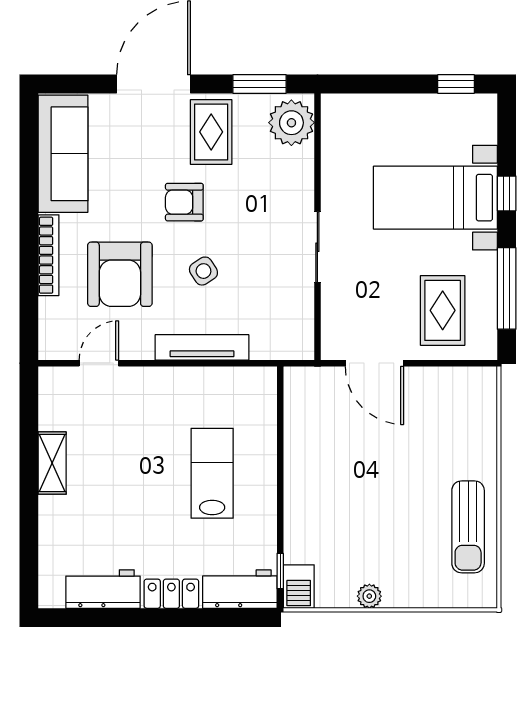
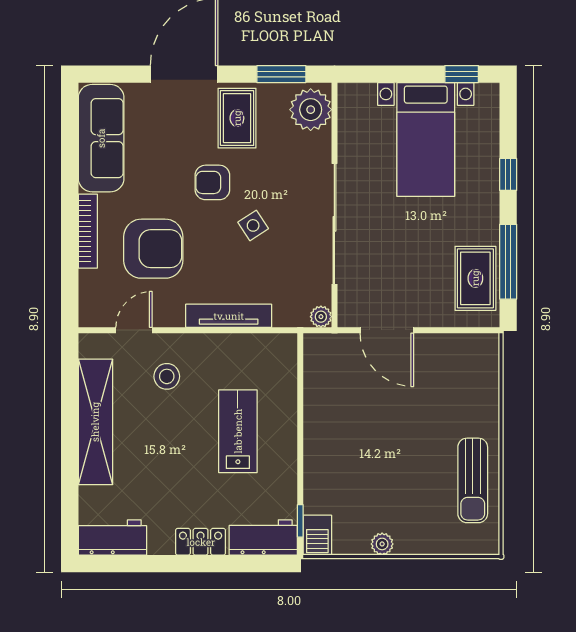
bed with nightstands: (435, 198) -> (426, 139), moved, turned -90
sliding door: (317, 247) -> (334, 224), width x1.86
side table: (203, 271) -> (253, 225), moved
armchair: (120, 274) -> (153, 249), turned -90
rug: (443, 310) -> (475, 278), moved
plant: (303, 348) -> (321, 317), added
stool: (135, 413) -> (167, 376), added
shelving: (52, 463) -> (95, 422), width x2.20, depth x1.33
workbench: (103, 589) -> (112, 537), moved

